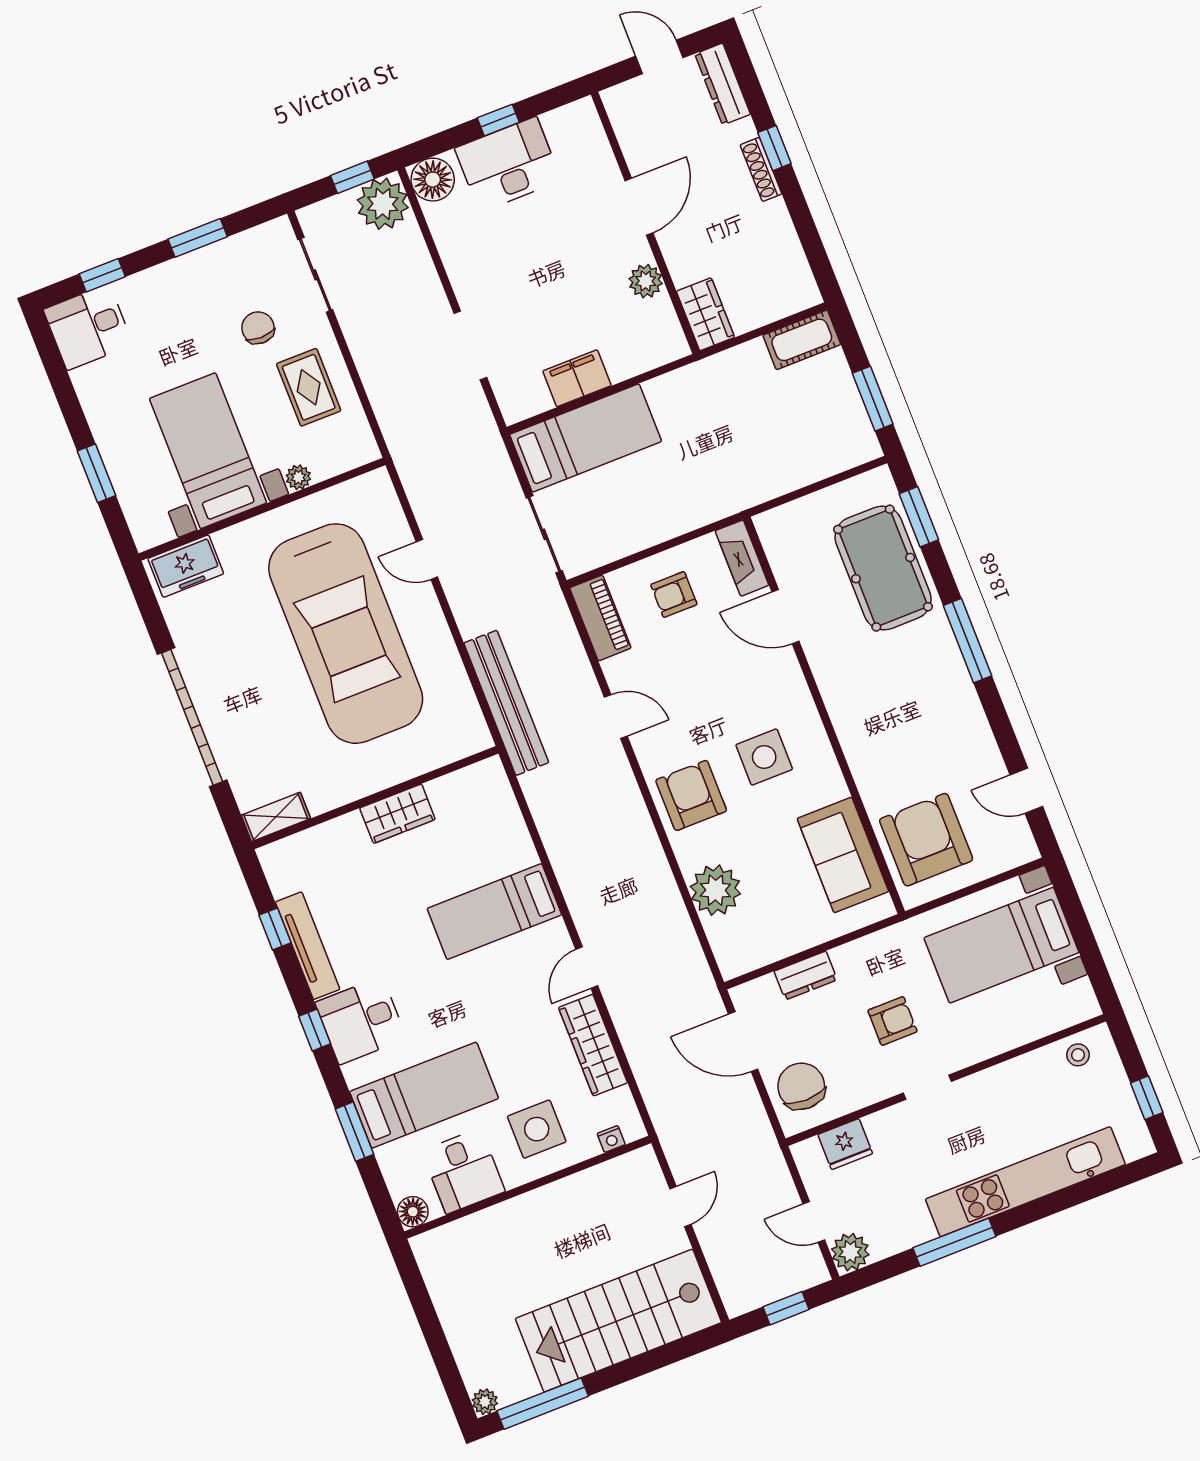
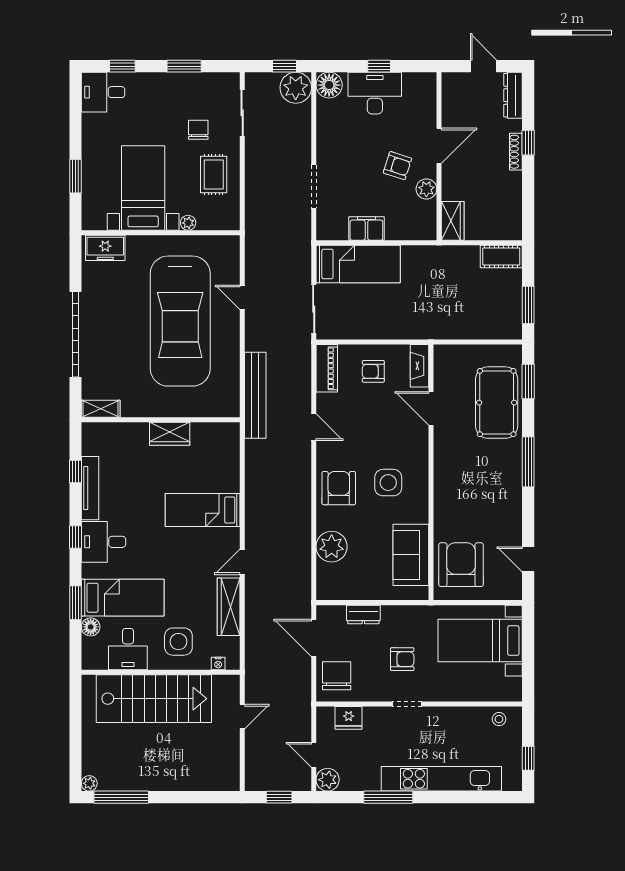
armchair: (587, 262) -> (397, 166), added
floor lamp: (413, 1212) -> (91, 627), moved
stairs: (618, 1321) -> (154, 699), moved, turned 180

